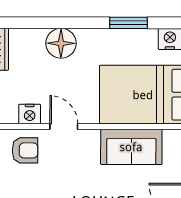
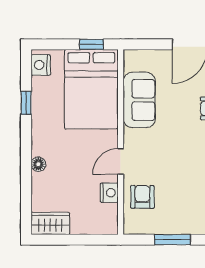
window: (128, 23) -> (26, 103), width x0.67
floor lamp: (61, 43) -> (38, 164), width x0.53, depth x0.53

